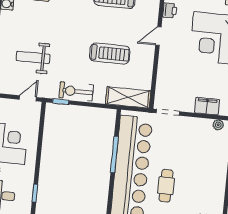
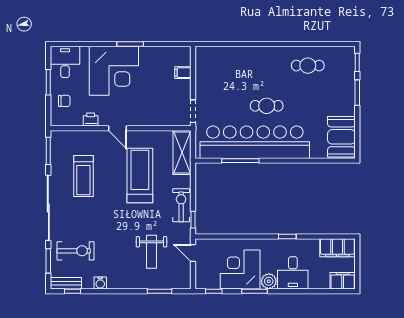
treadmill: (110, 54) -> (140, 175), width x1.37, depth x1.38
exercise bike: (76, 91) -> (181, 205), turned 180
filing cabinet: (207, 106) -> (183, 73), width x0.50
plant: (218, 125) -> (200, 60), removed

